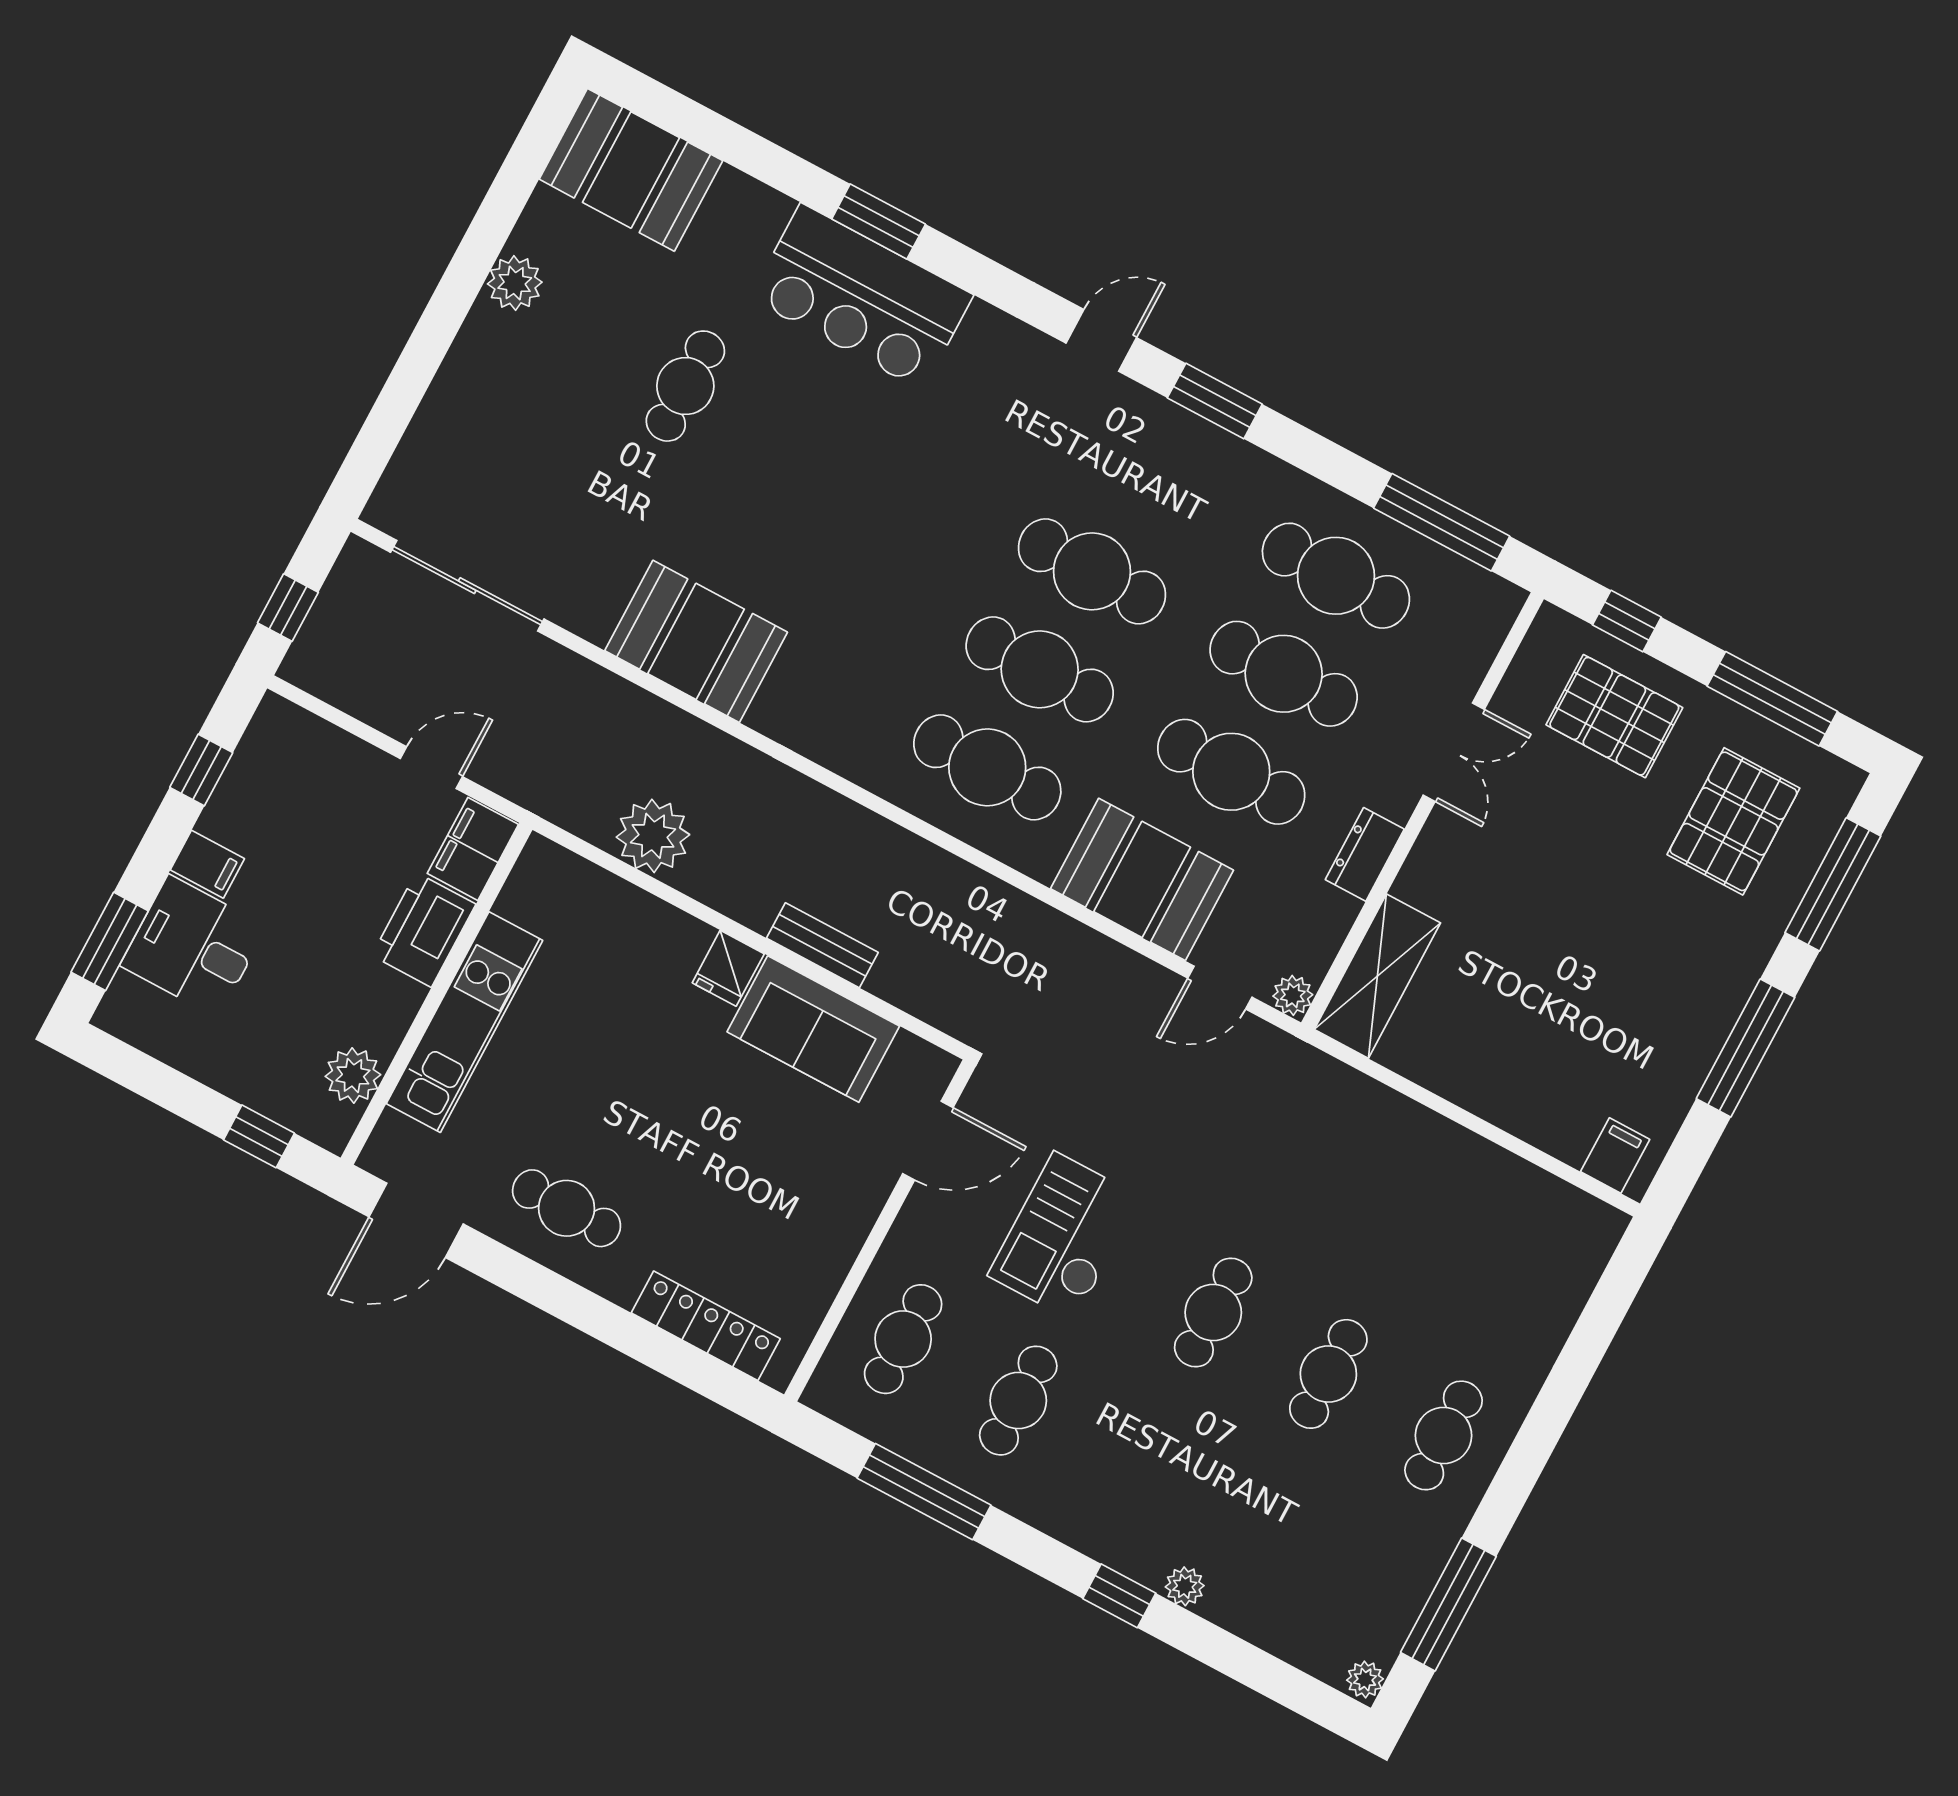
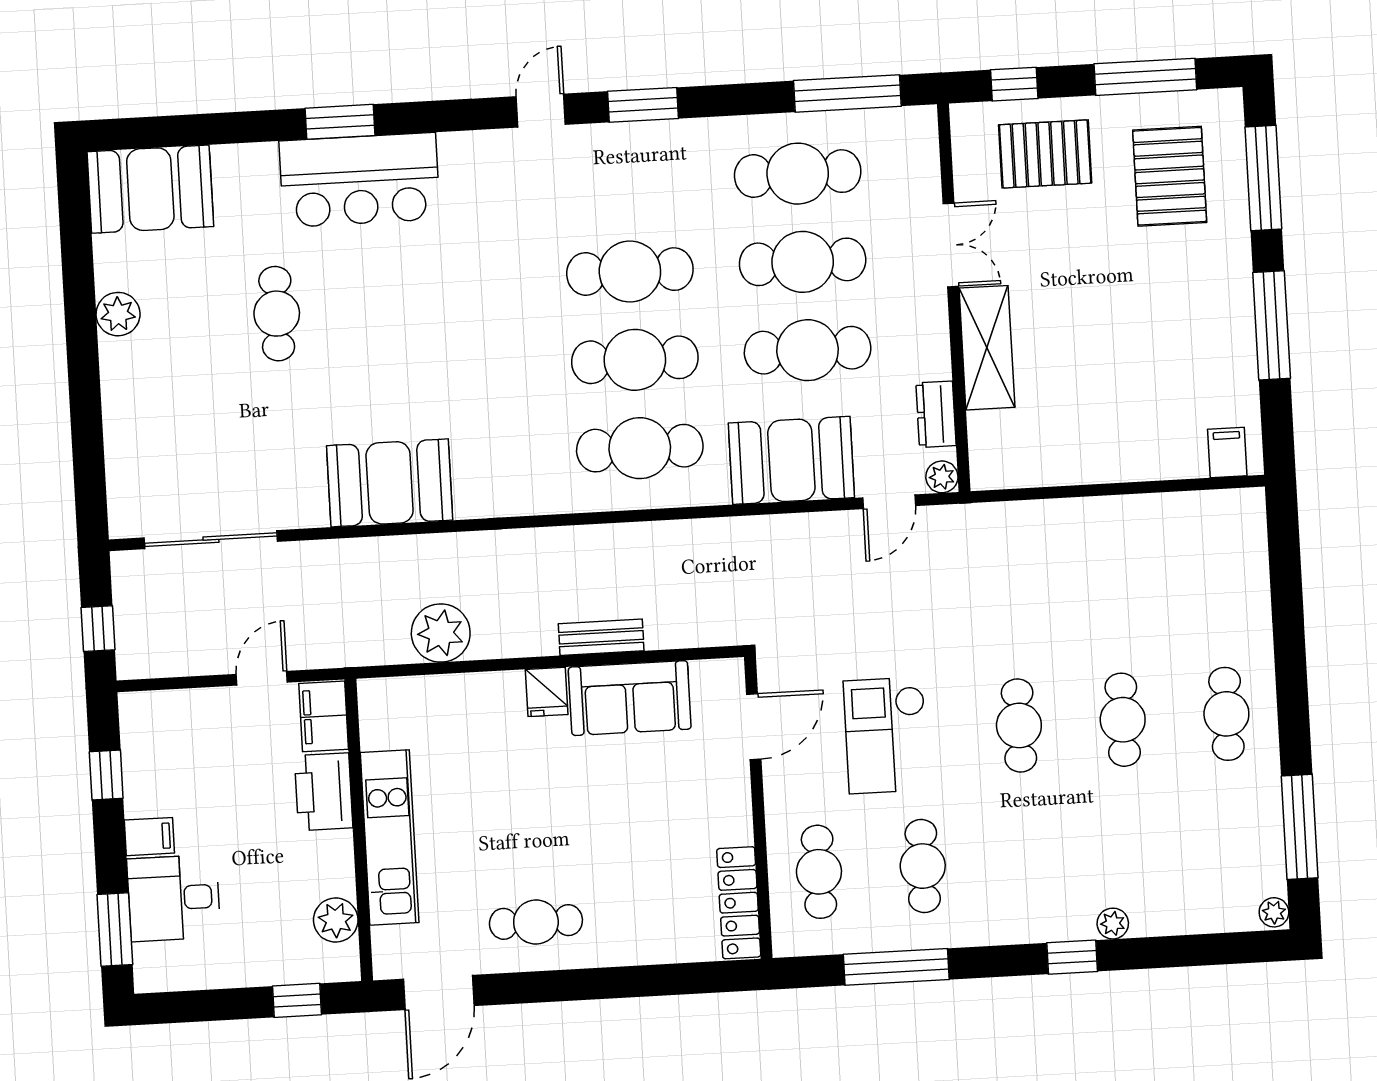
dresser: (1365, 854) -> (936, 414), moved
shelving: (1377, 976) -> (987, 348), moved
locker: (706, 1326) -> (739, 903), moved, turned -90

